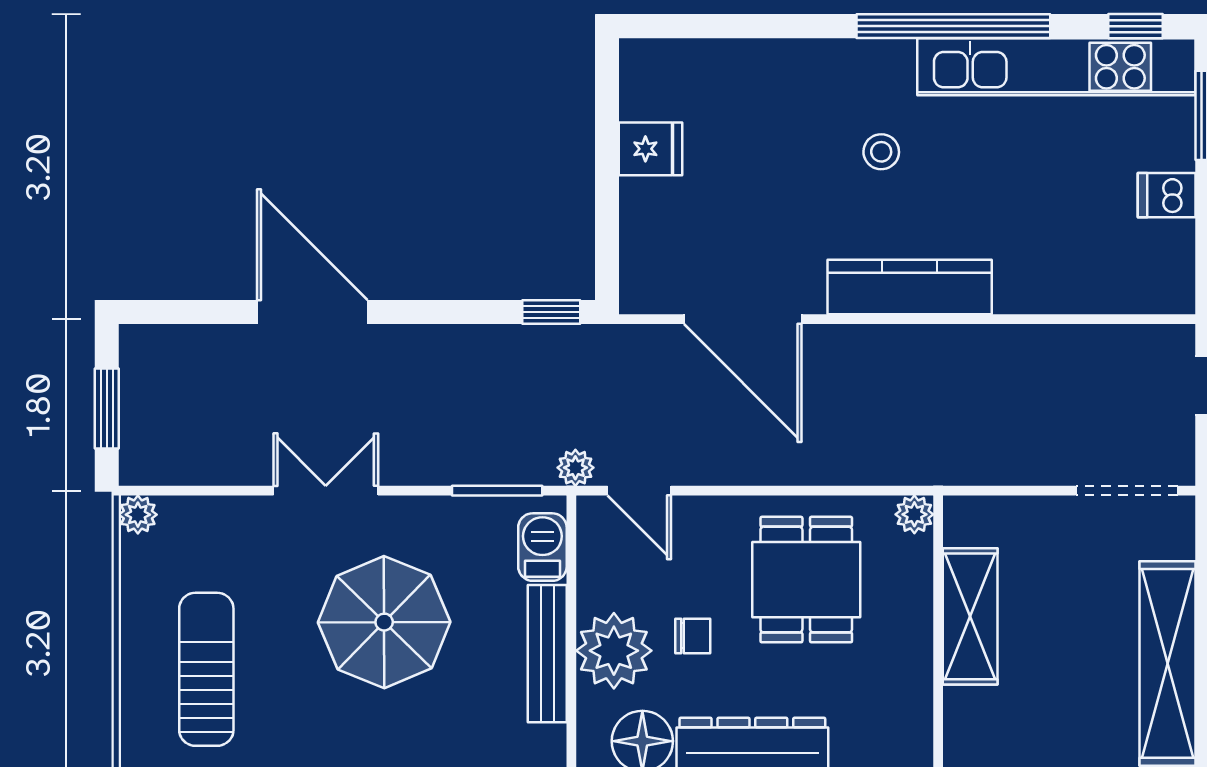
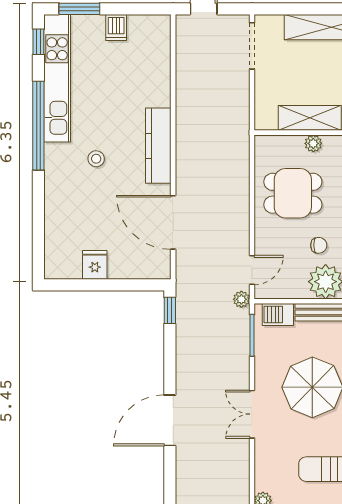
door: (743, 319) -> (173, 222), swing flipped
plant: (914, 514) -> (313, 143), moved
chair: (693, 636) -> (319, 245), turned 89

